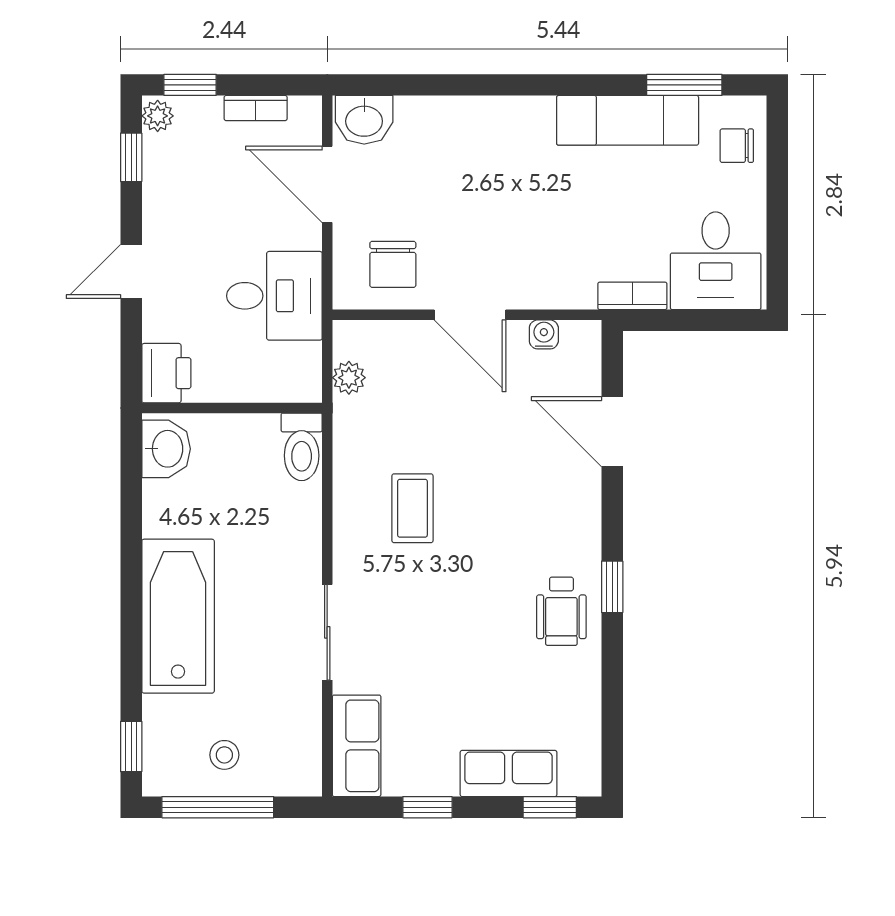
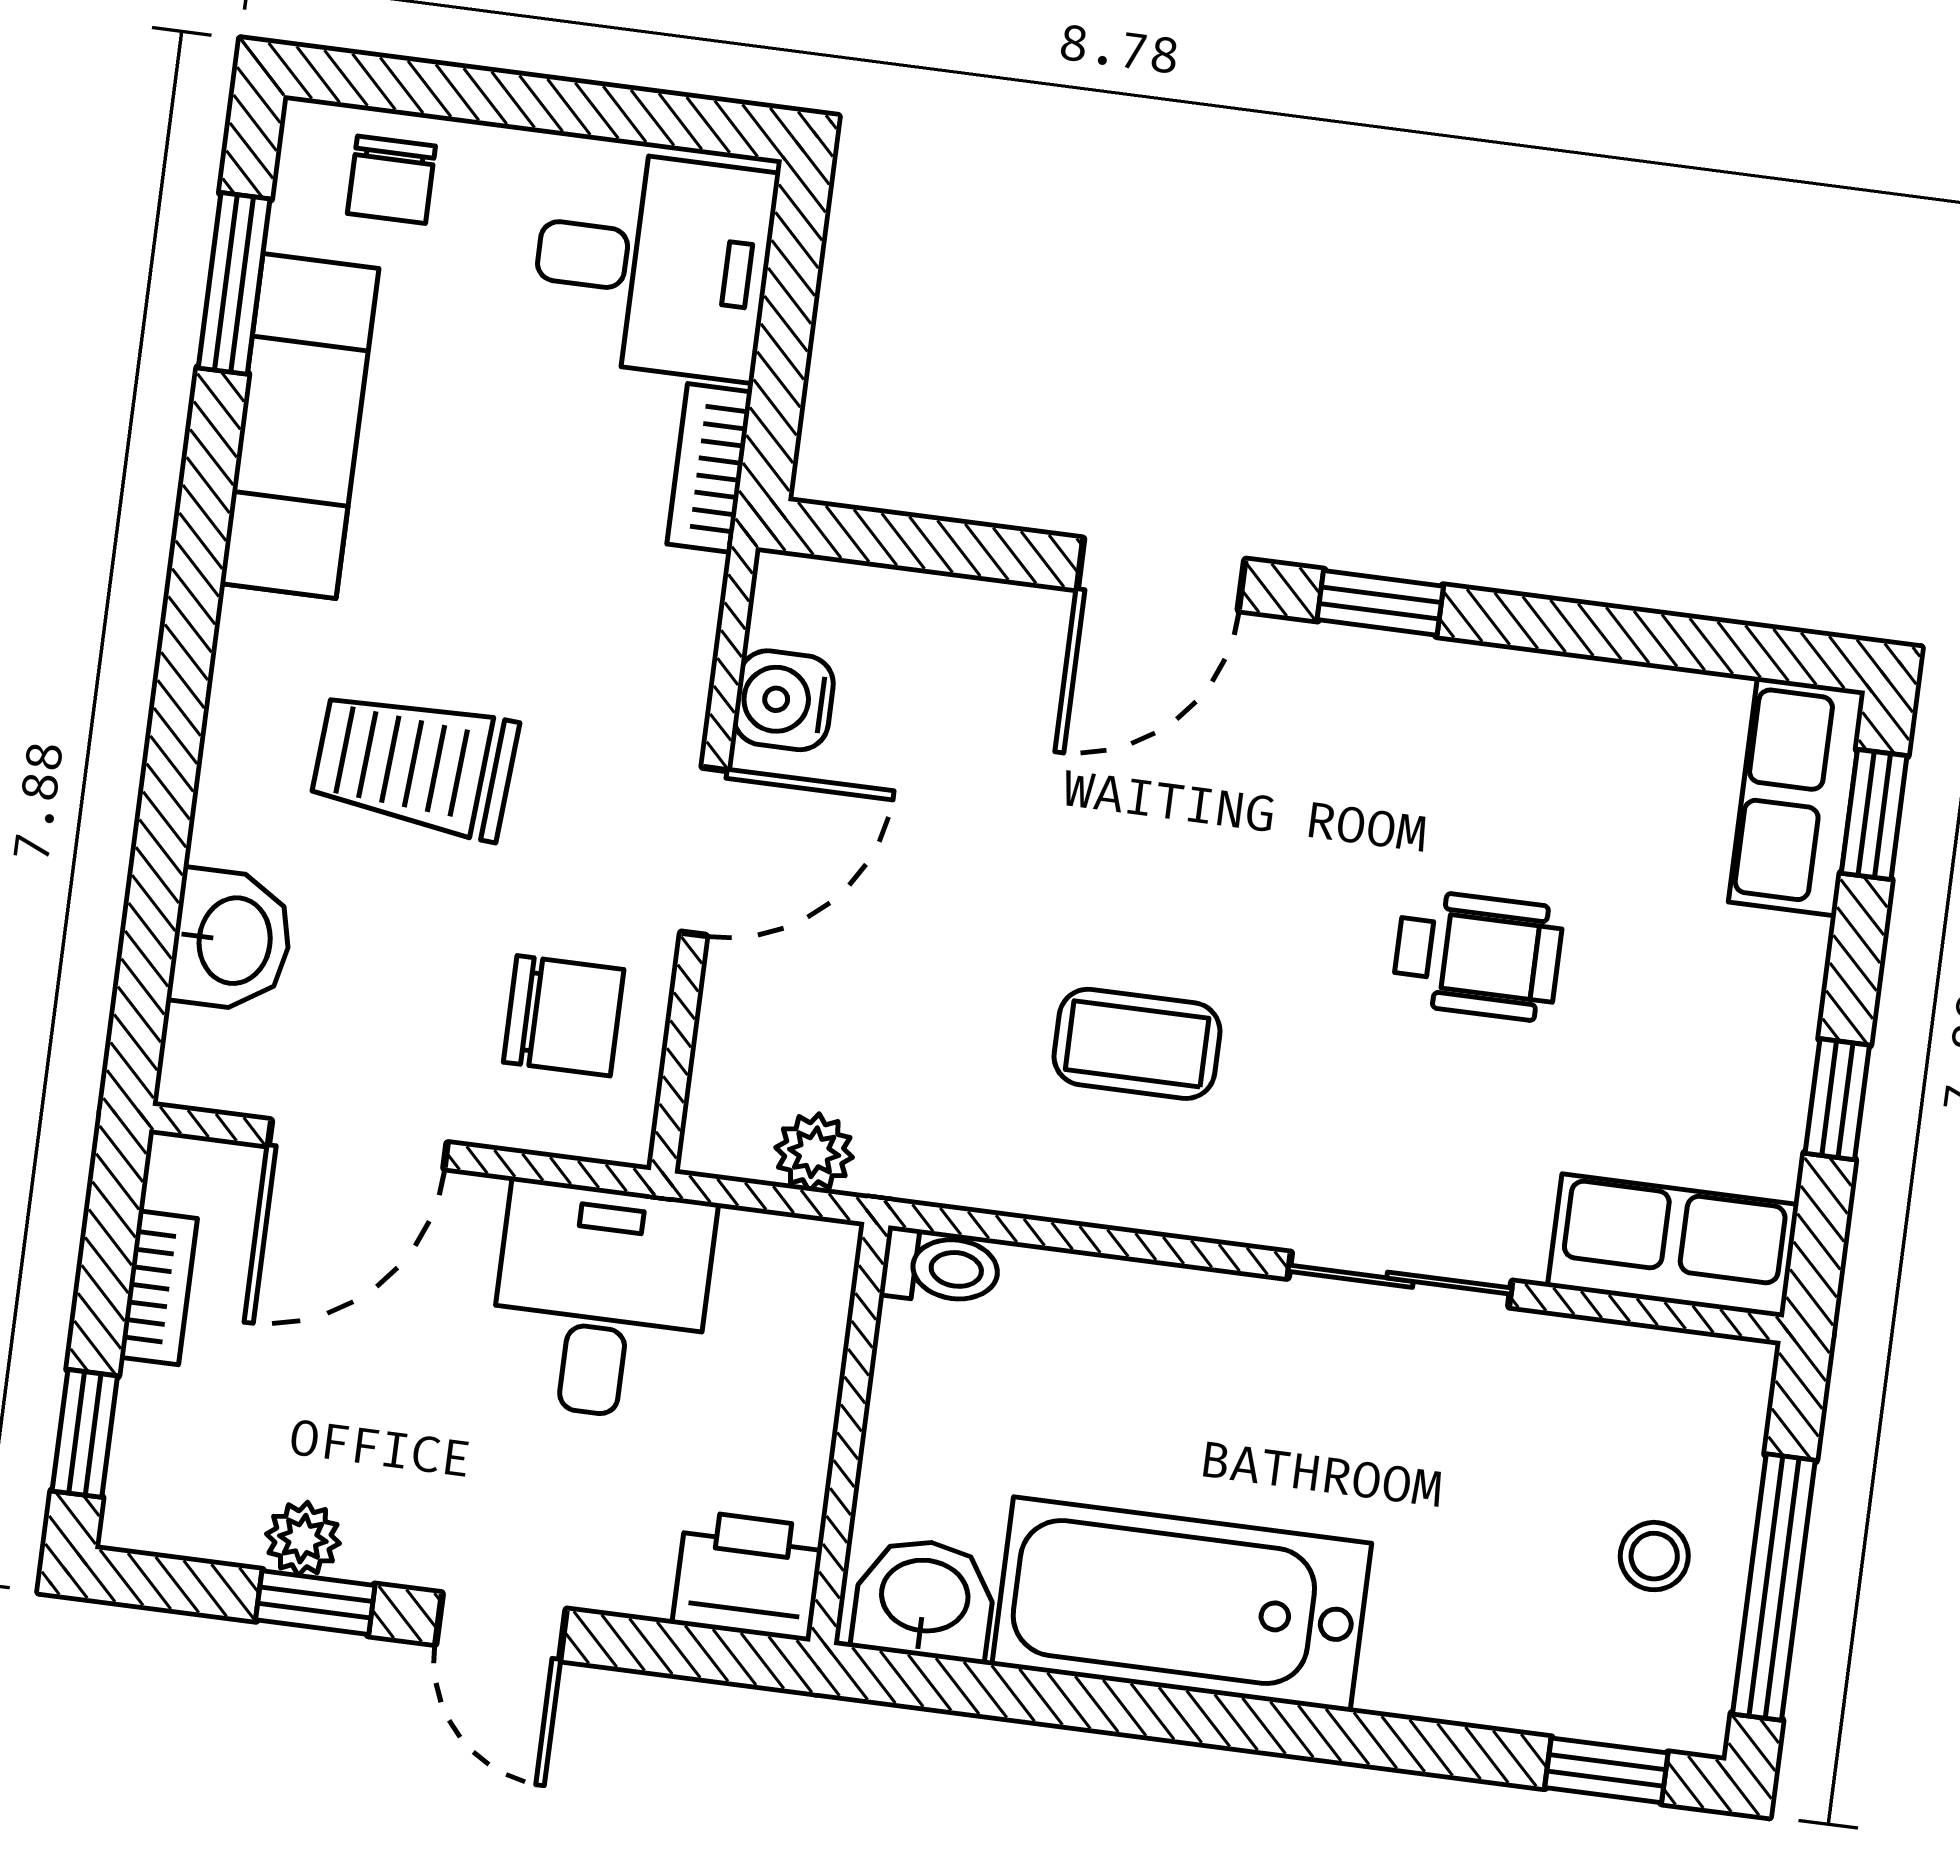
plant: (158, 116) -> (303, 1539), moved
washbasin: (364, 120) -> (231, 940), moved
window: (131, 157) -> (315, 1603), moved
trolley: (491, 188) -> (415, 764), added
water cooler: (544, 334) -> (784, 700), width x1.38, depth x1.38
door: (612, 432) -> (1161, 574), moved
toilet: (302, 447) -> (940, 1267), width x0.73, depth x0.72
wheelchair: (561, 611) -> (1478, 955), moved
bathtub: (178, 616) -> (1182, 1604), moved
row of seats: (509, 773) -> (1797, 796), moved

